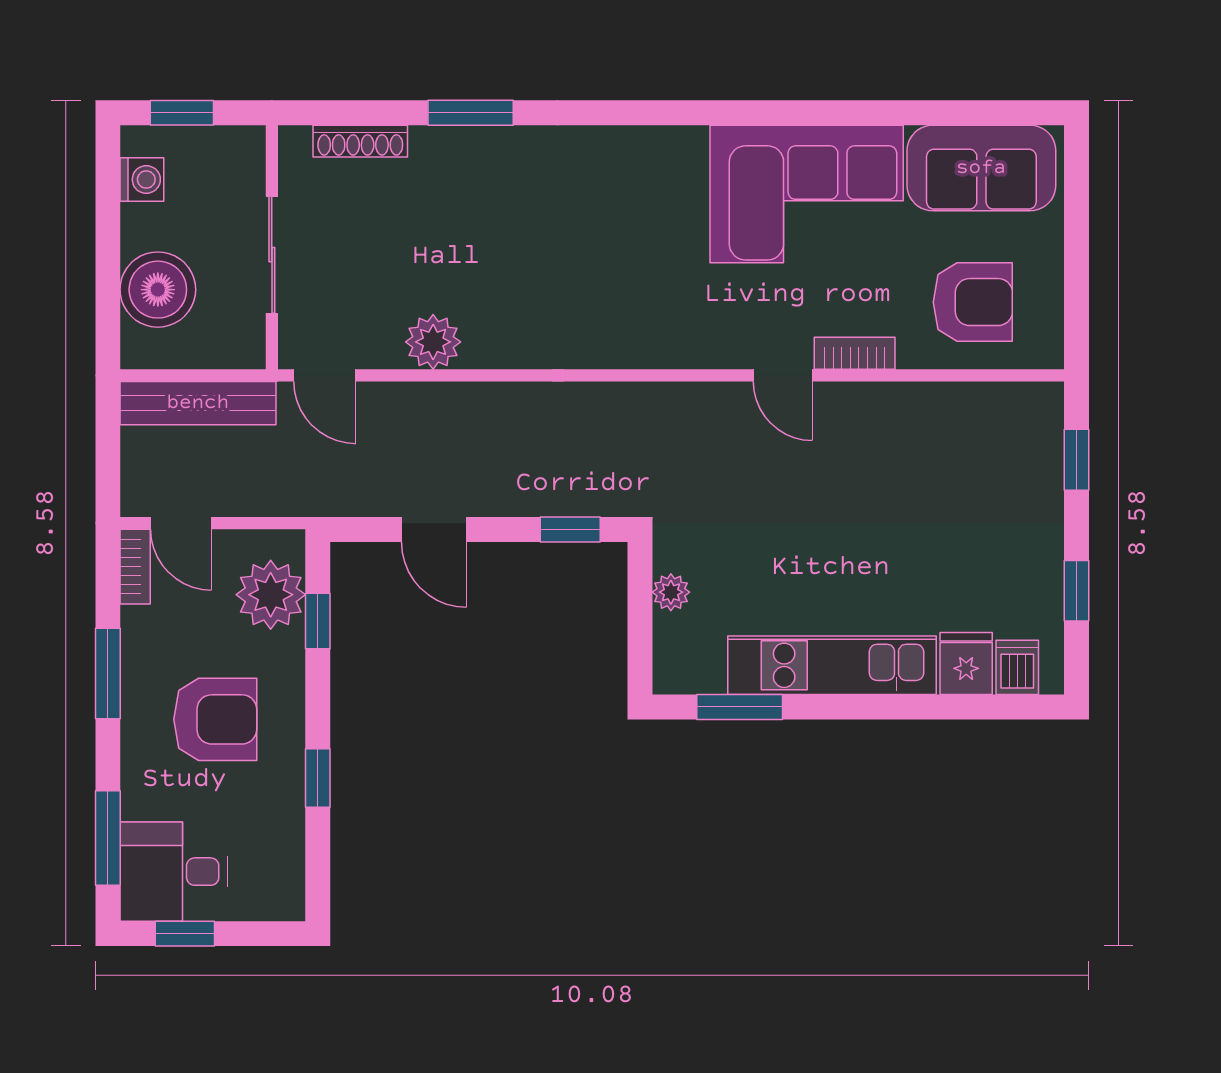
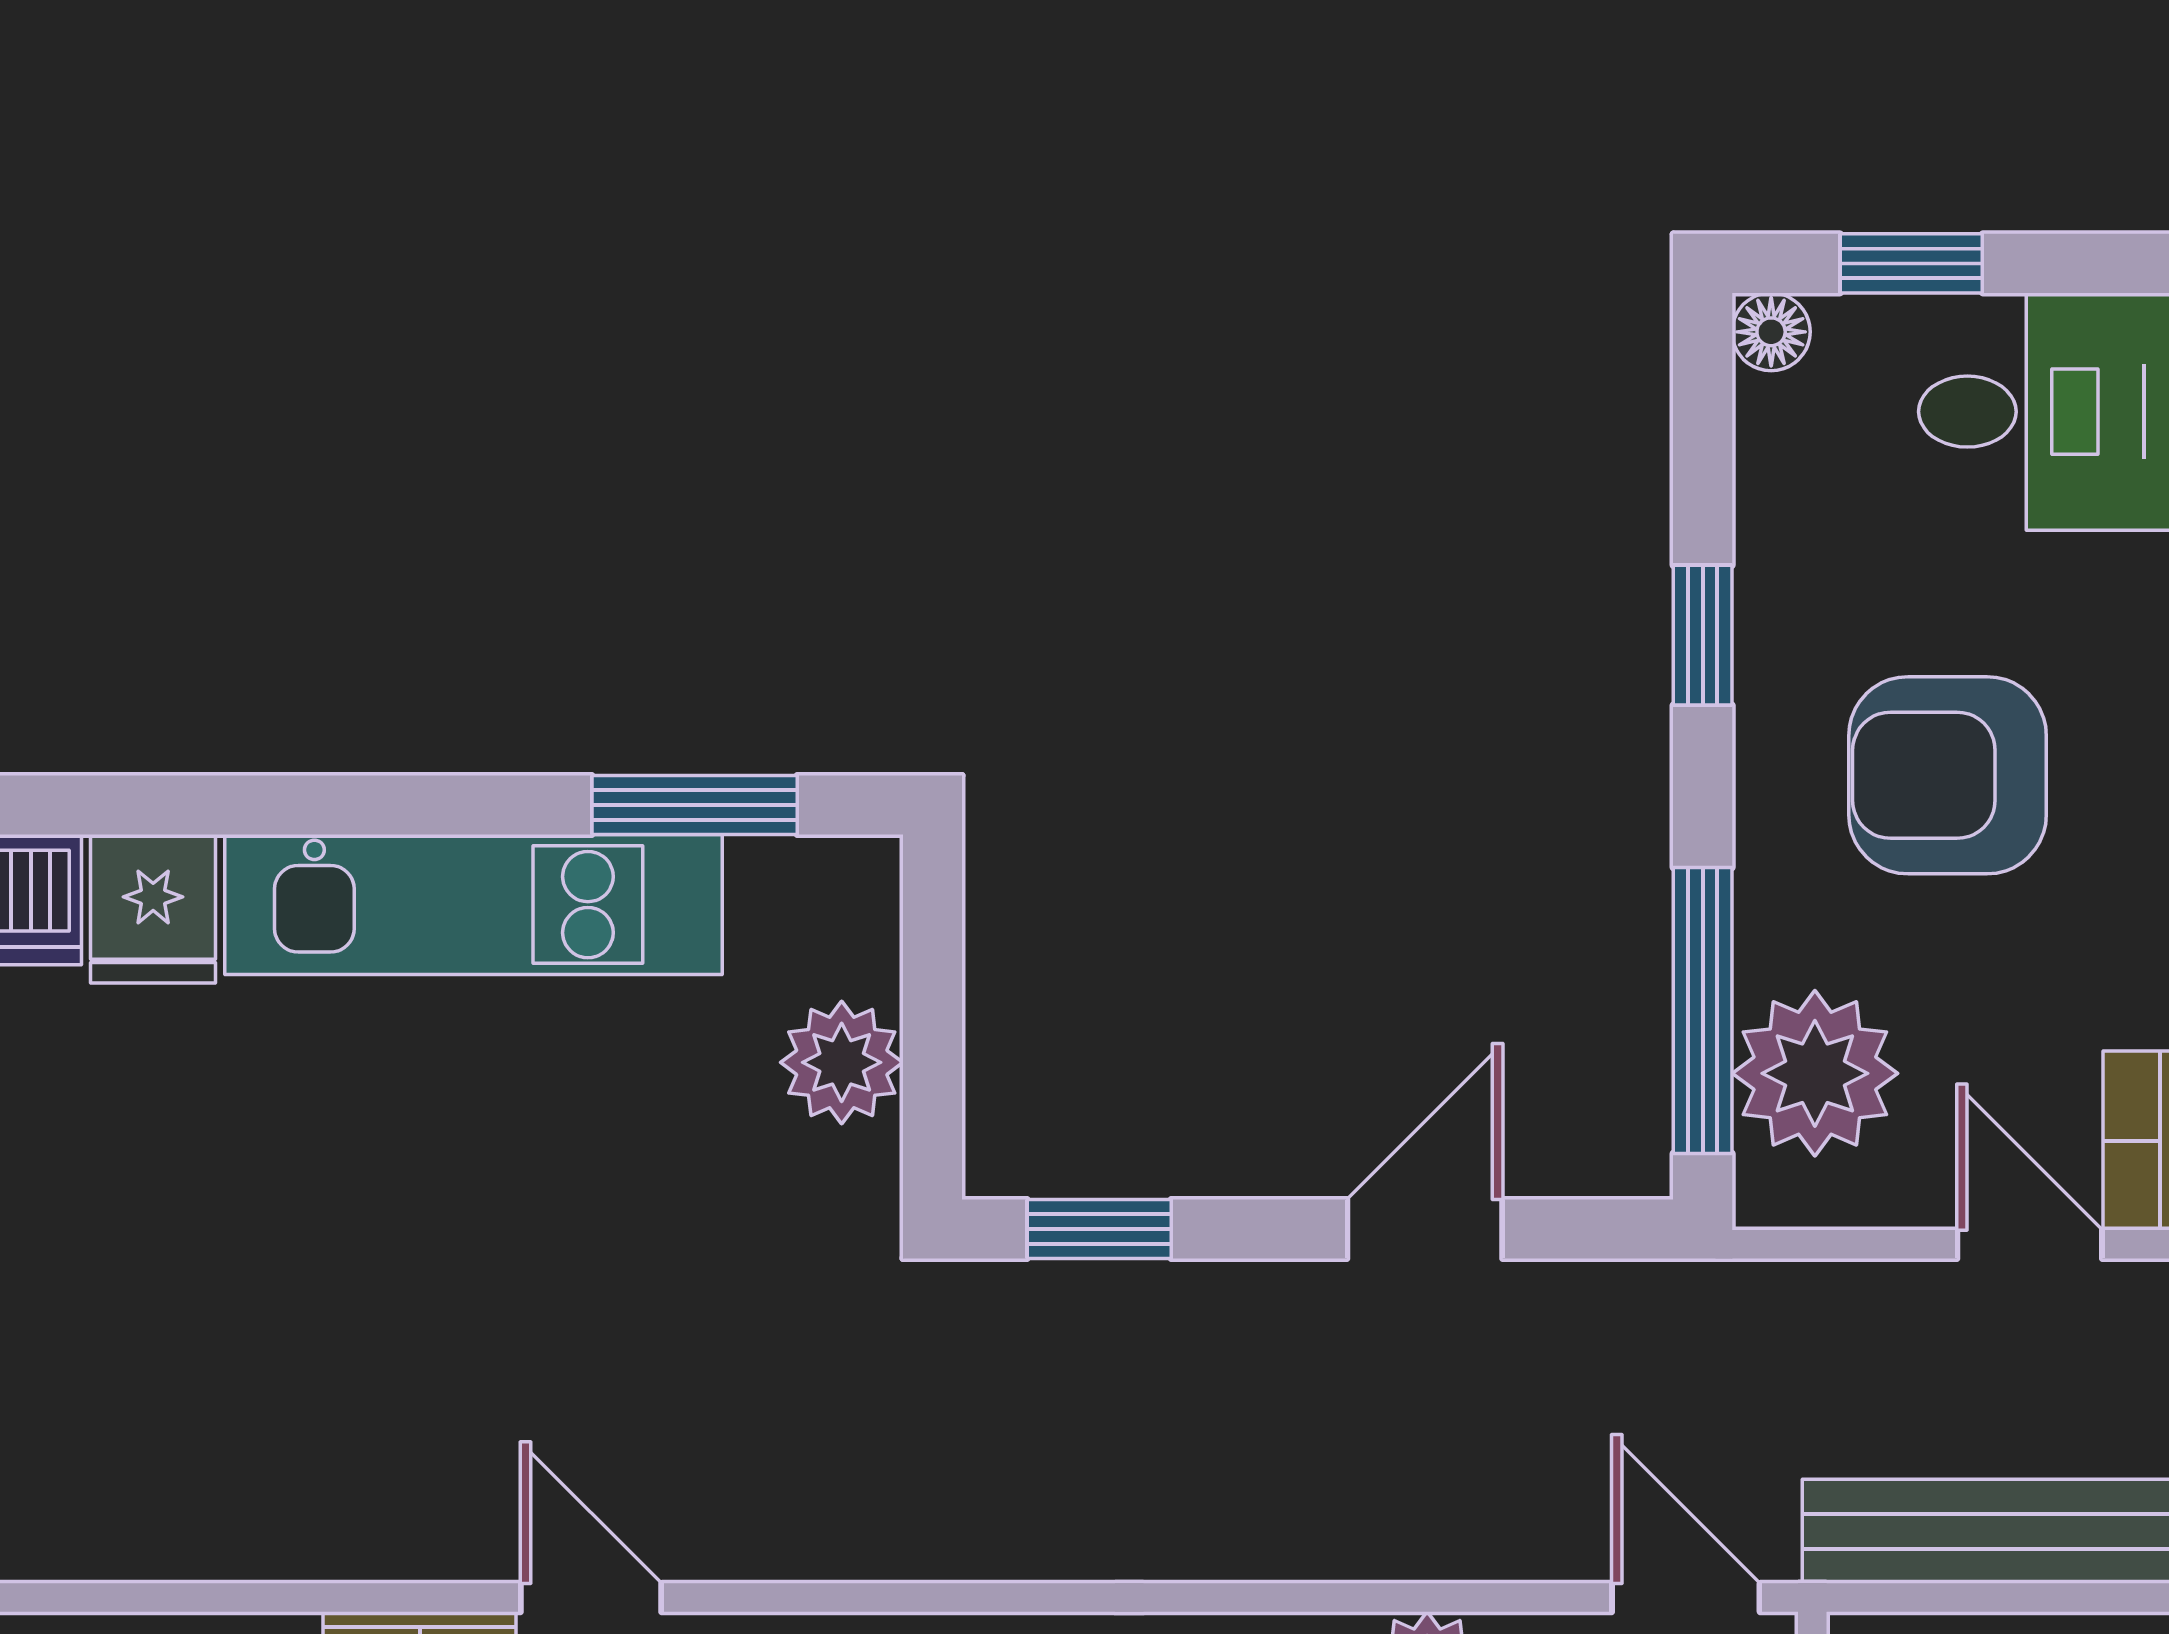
door: (434, 530) -> (1425, 1229), hinge flipped
plant: (671, 592) -> (842, 1062), width x1.38, depth x1.38
window: (318, 621) -> (1703, 1011), width x2.17
floor lamp: (289, 905) -> (1771, 332), added
window: (185, 934) -> (1911, 263), moved

